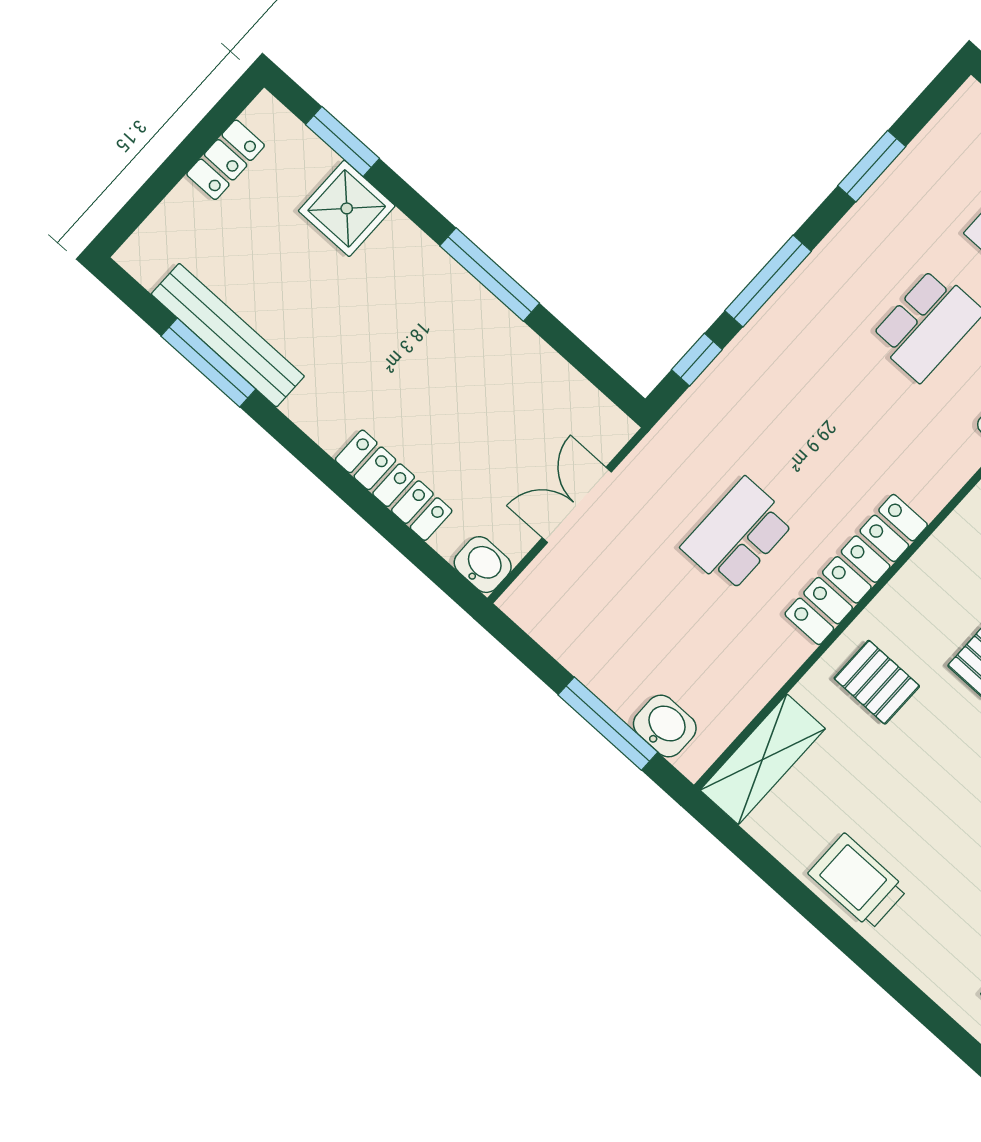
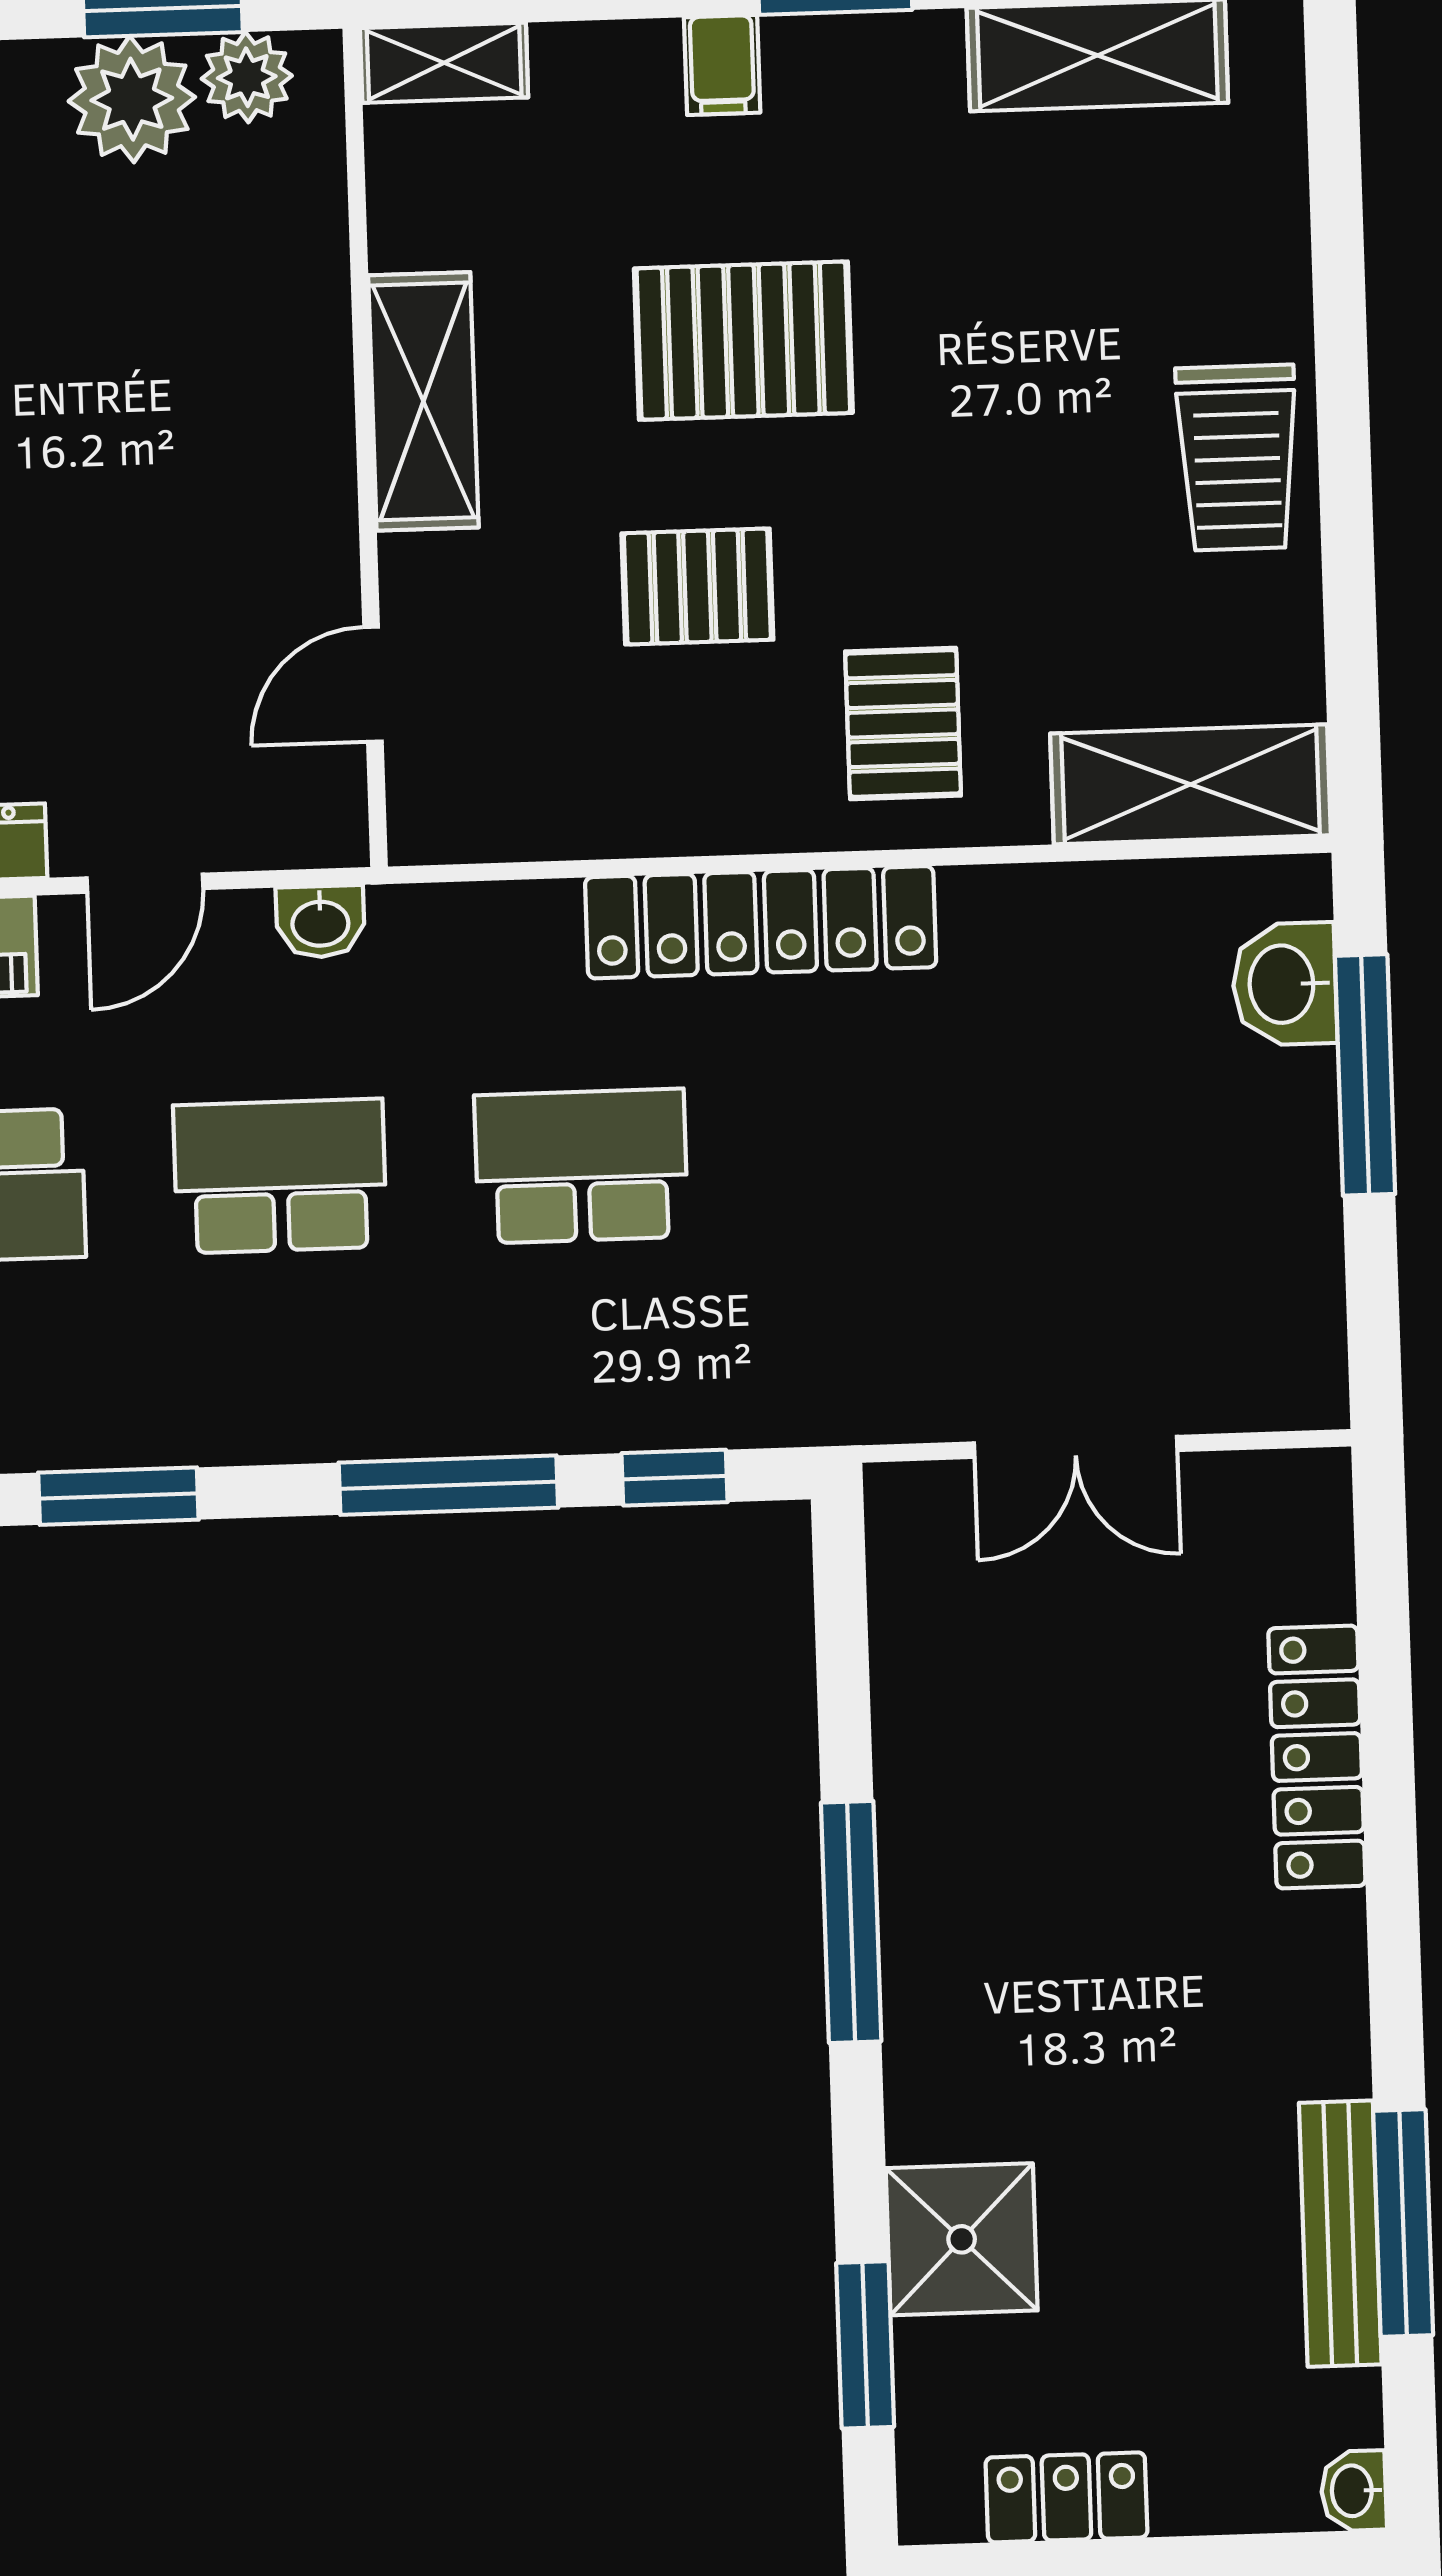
bench: (228, 335) -> (1340, 2234), width x0.73, depth x0.82
school desk: (738, 534) -> (581, 1166), moved, turned 180
washbasin: (483, 565) -> (1354, 2491), moved, width x0.72, depth x0.69

